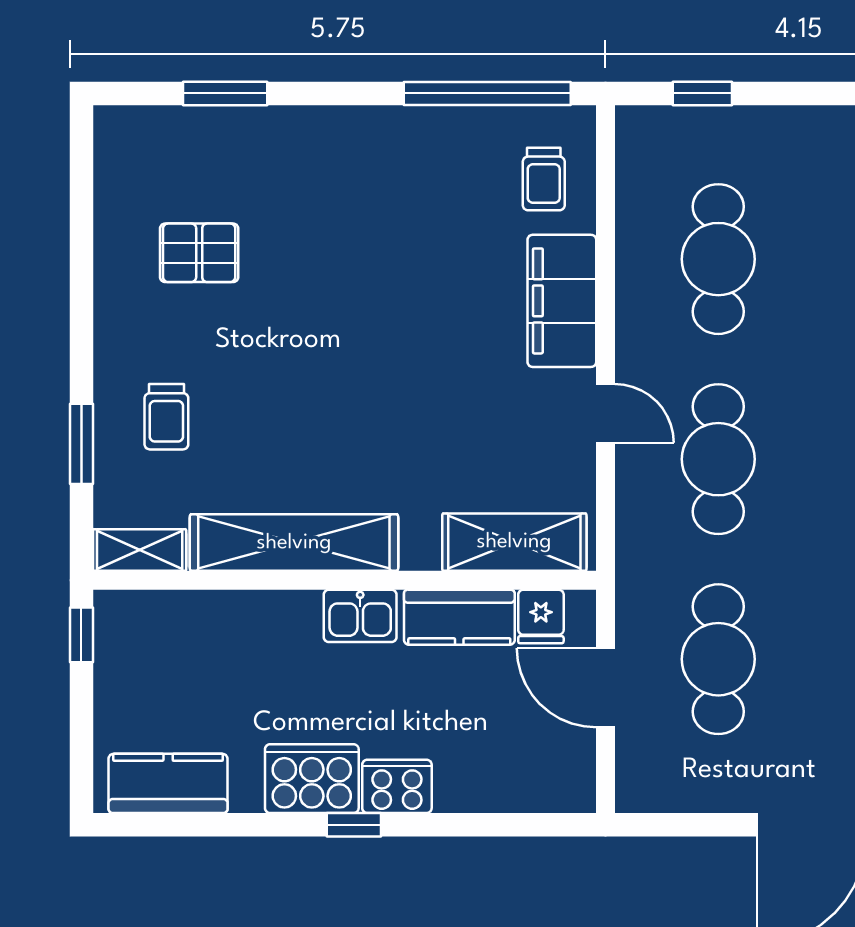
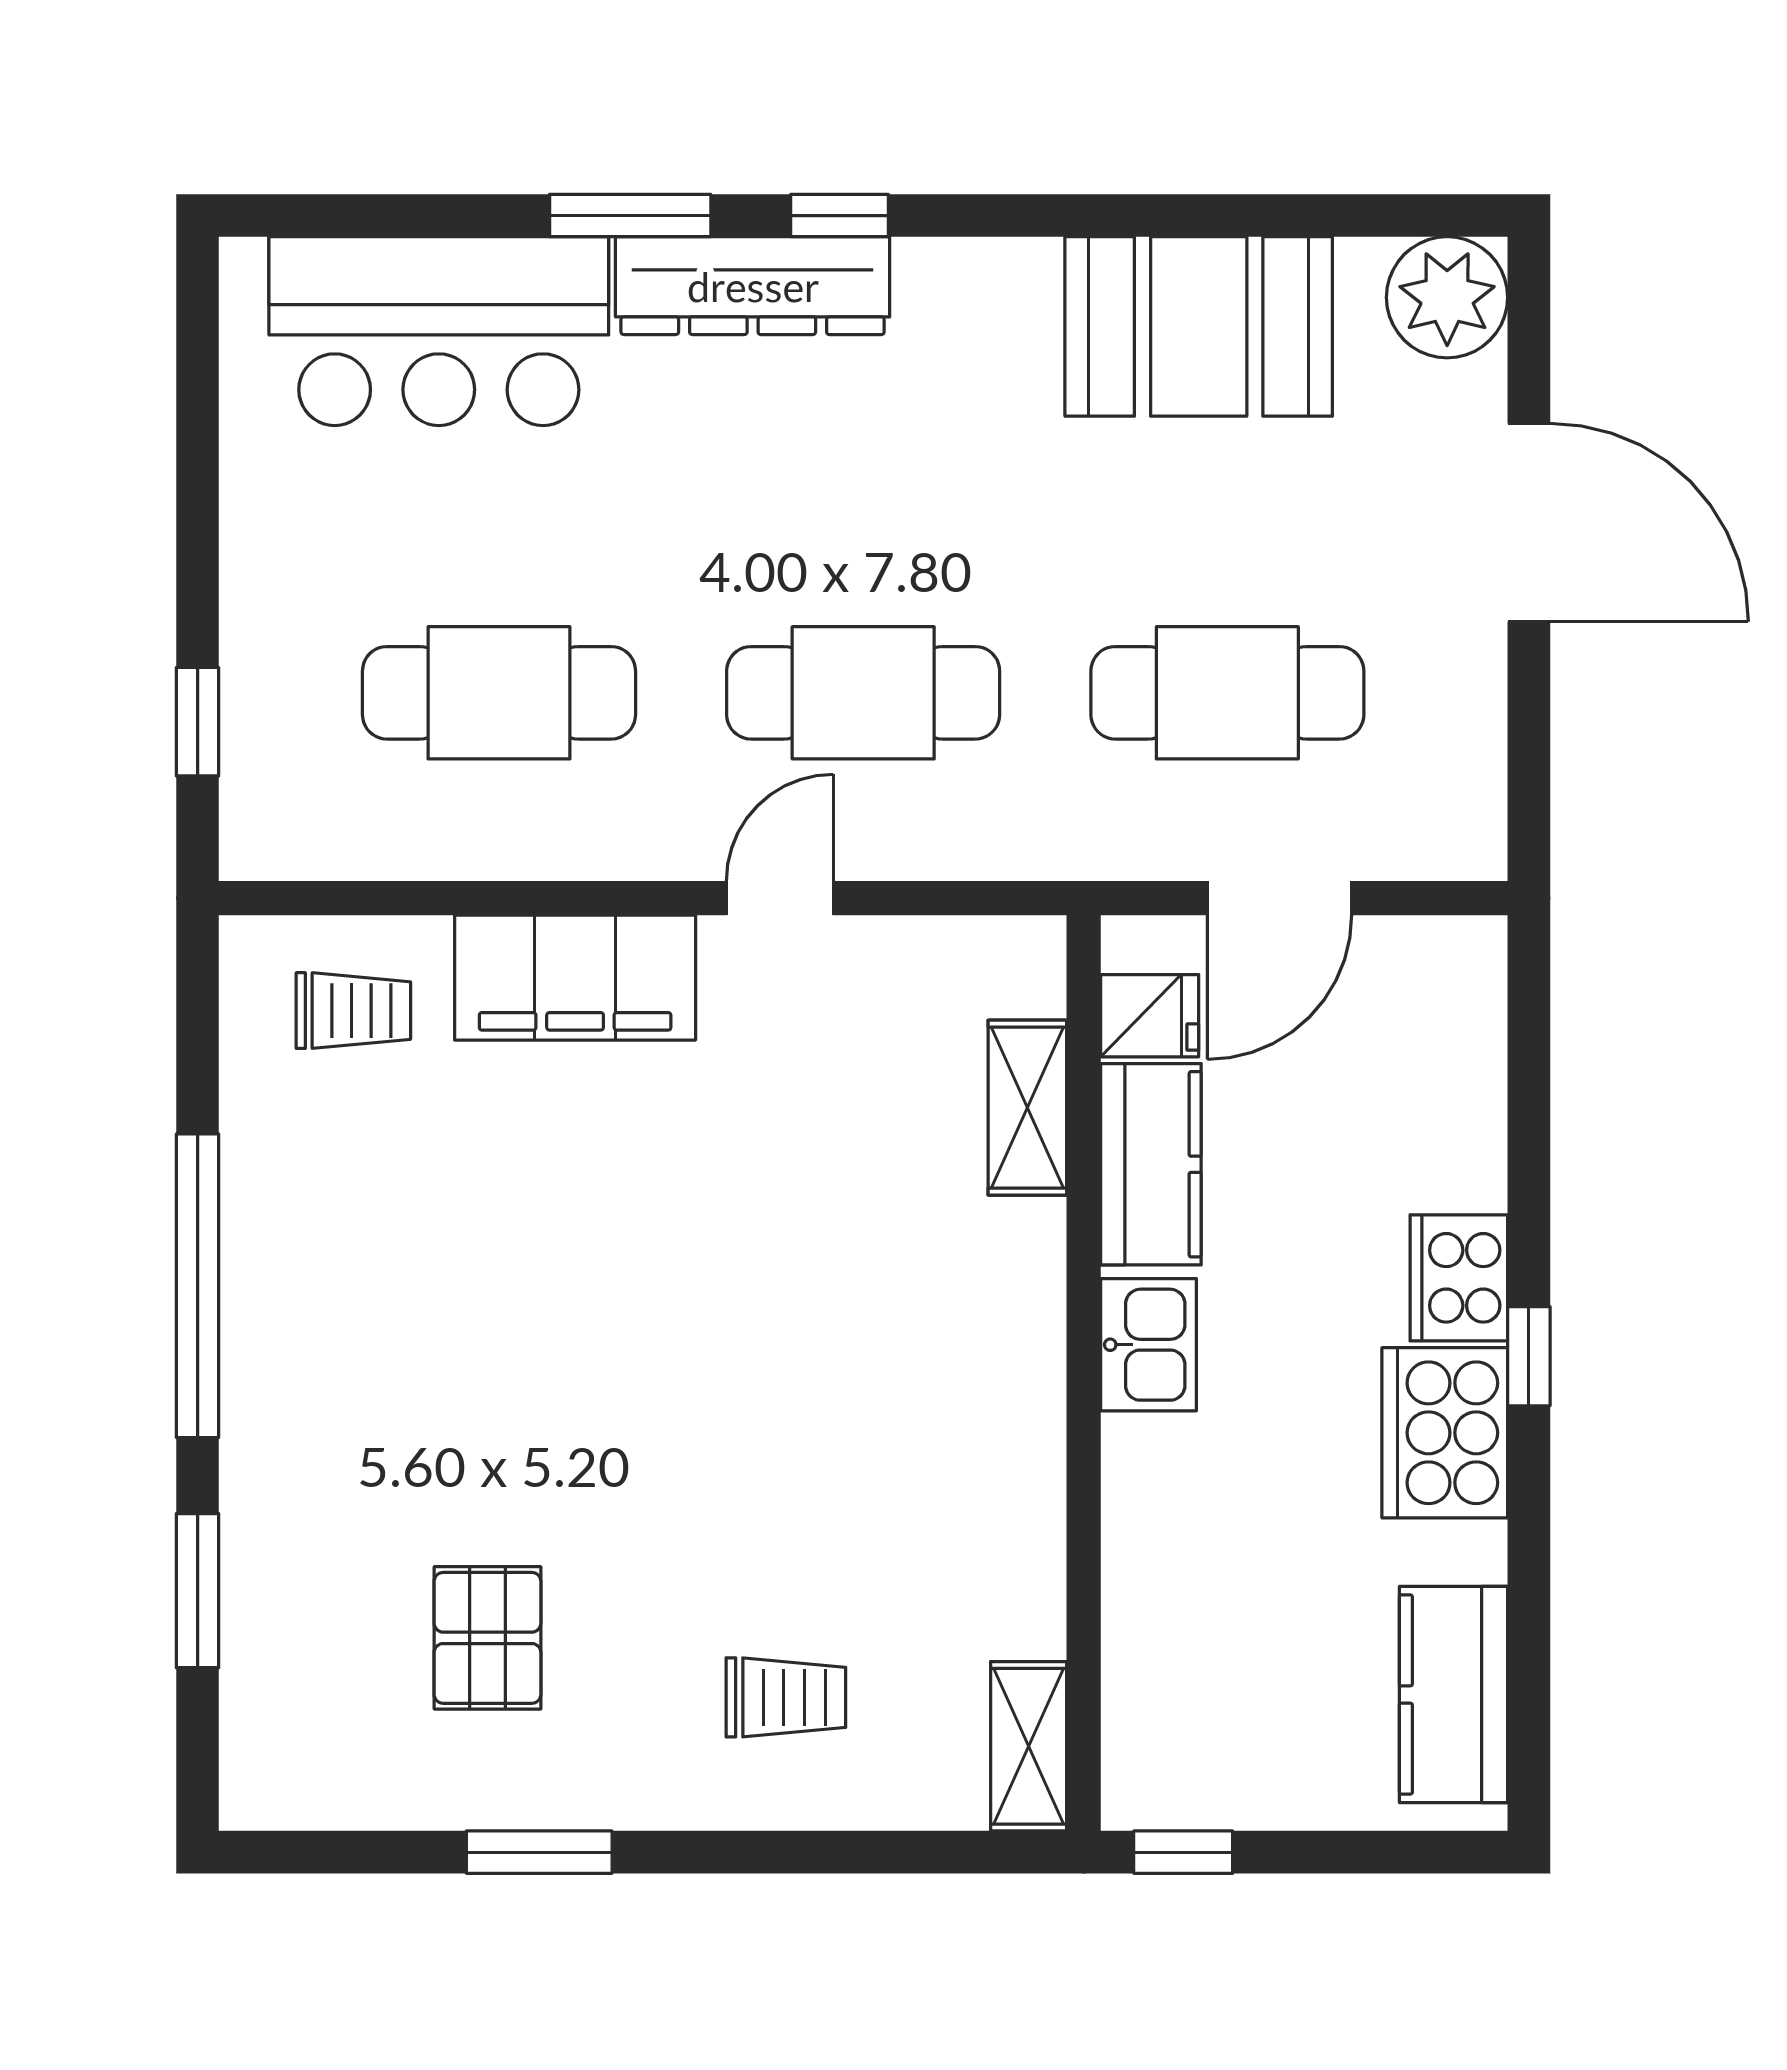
window: (487, 93) -> (198, 1286), moved
window: (81, 444) -> (539, 1852), moved
shelving: (514, 542) -> (1027, 1108), width x0.67, depth x0.75
shelving: (294, 543) -> (1015, 1465), removed

